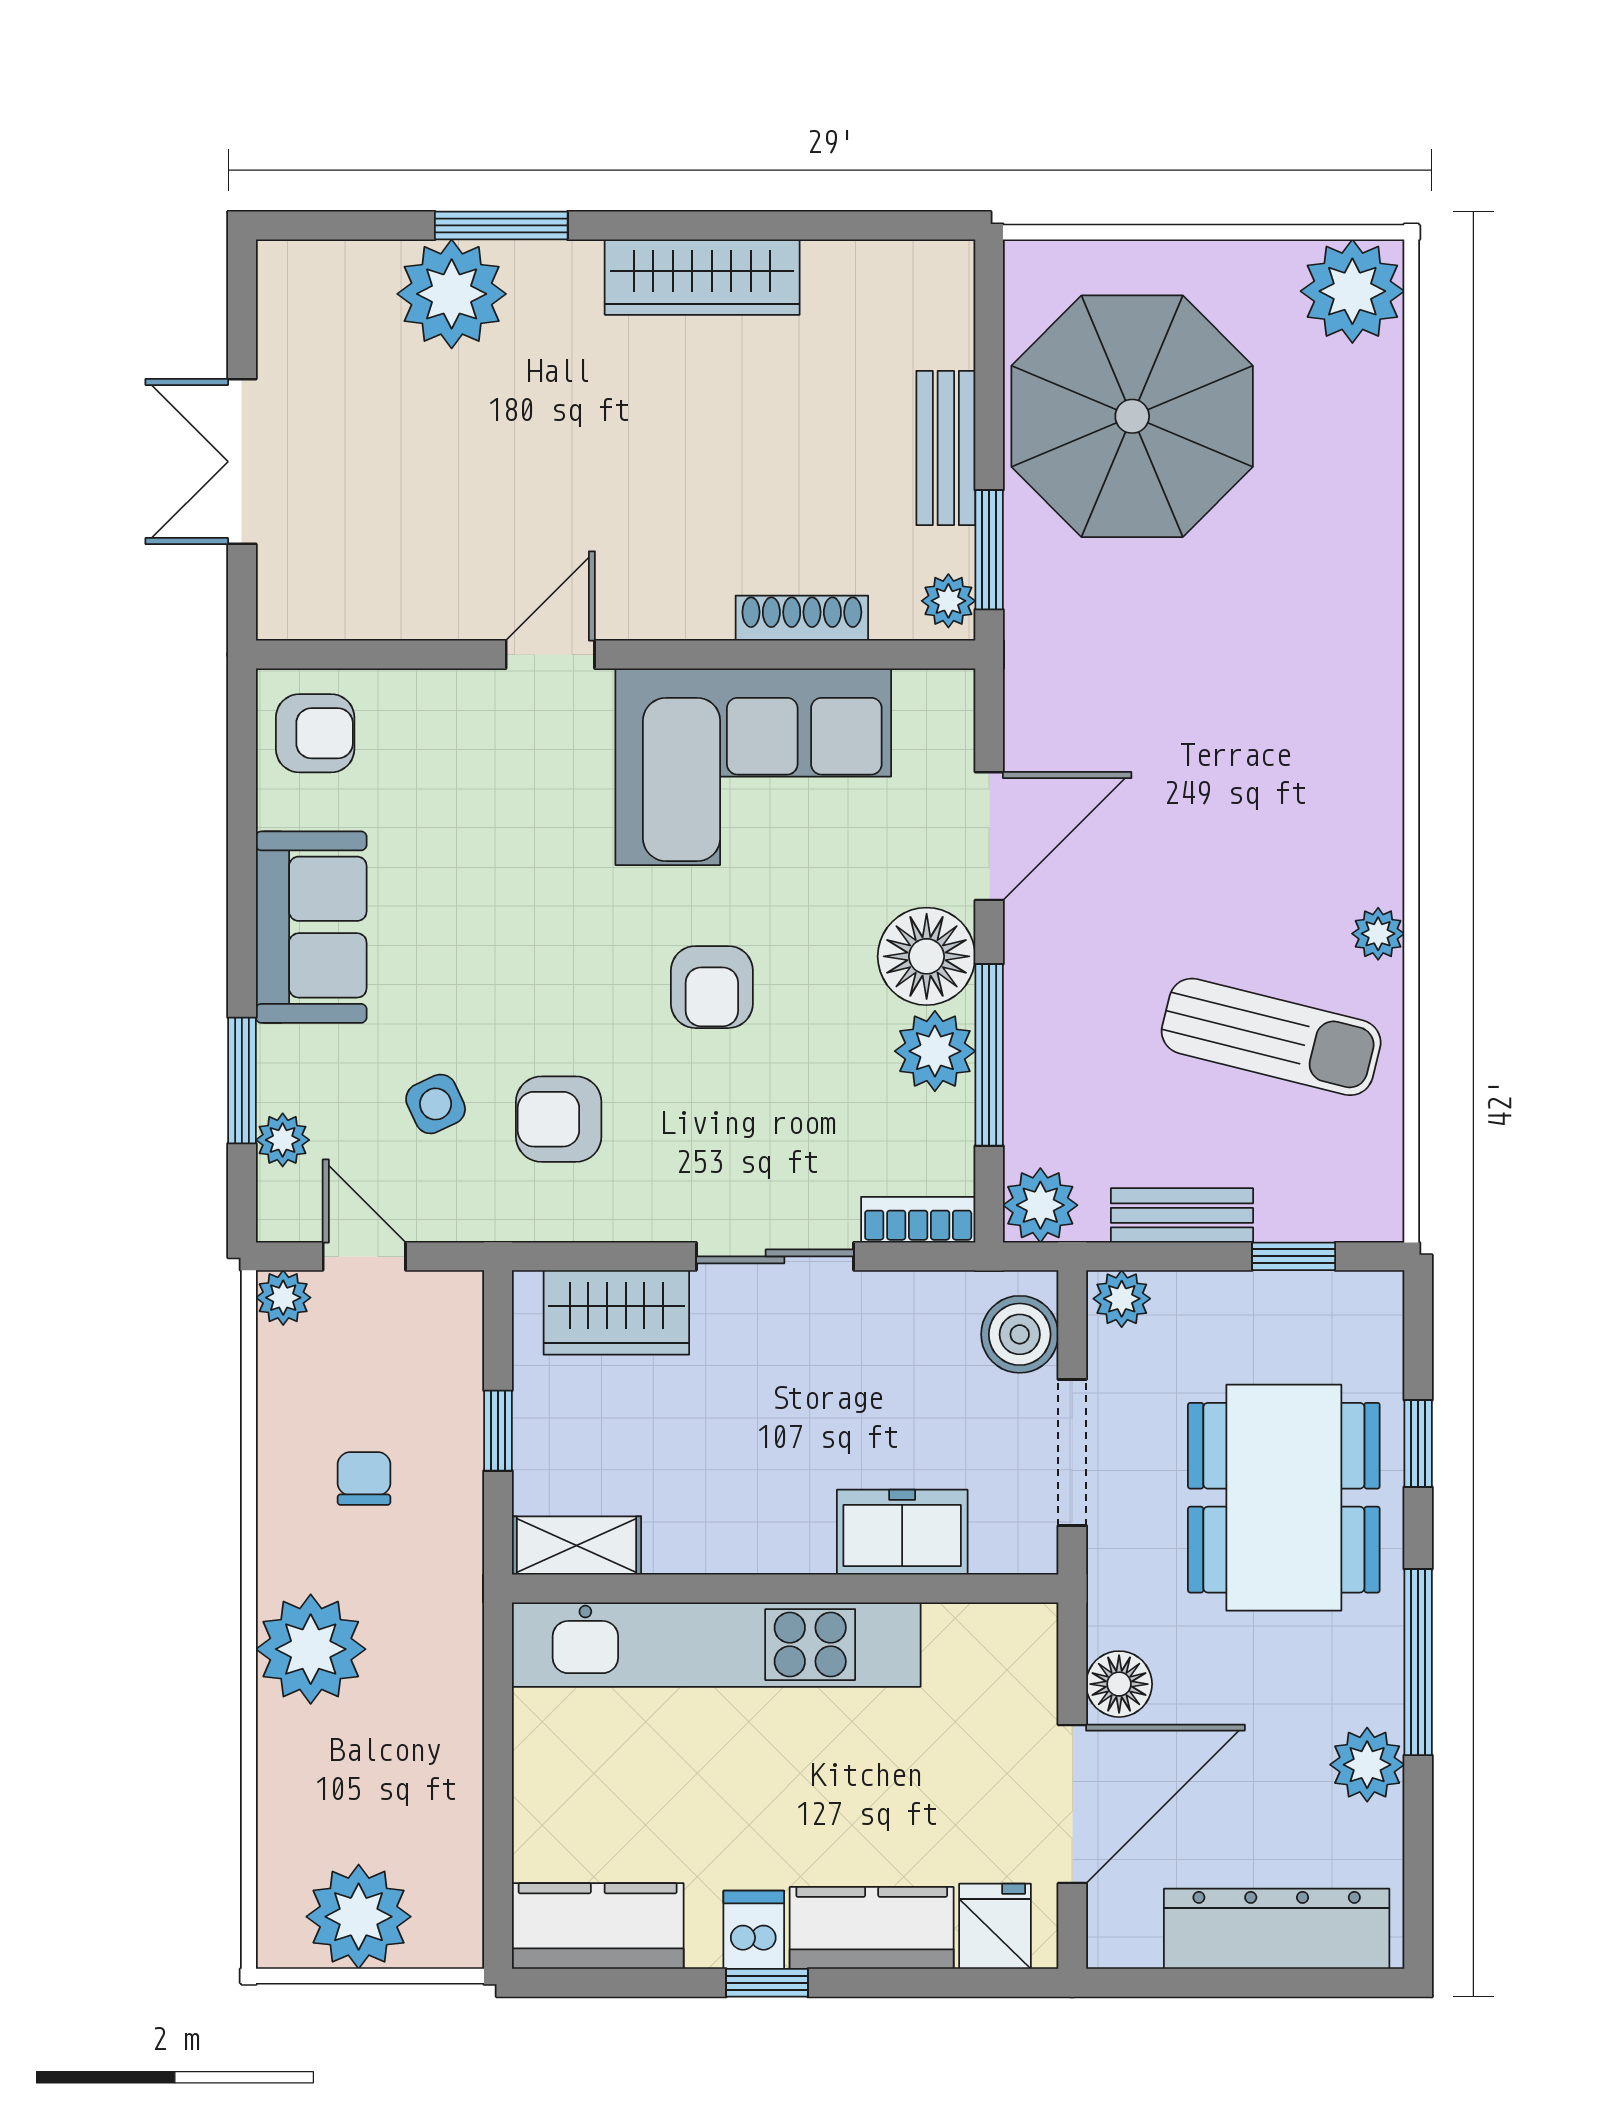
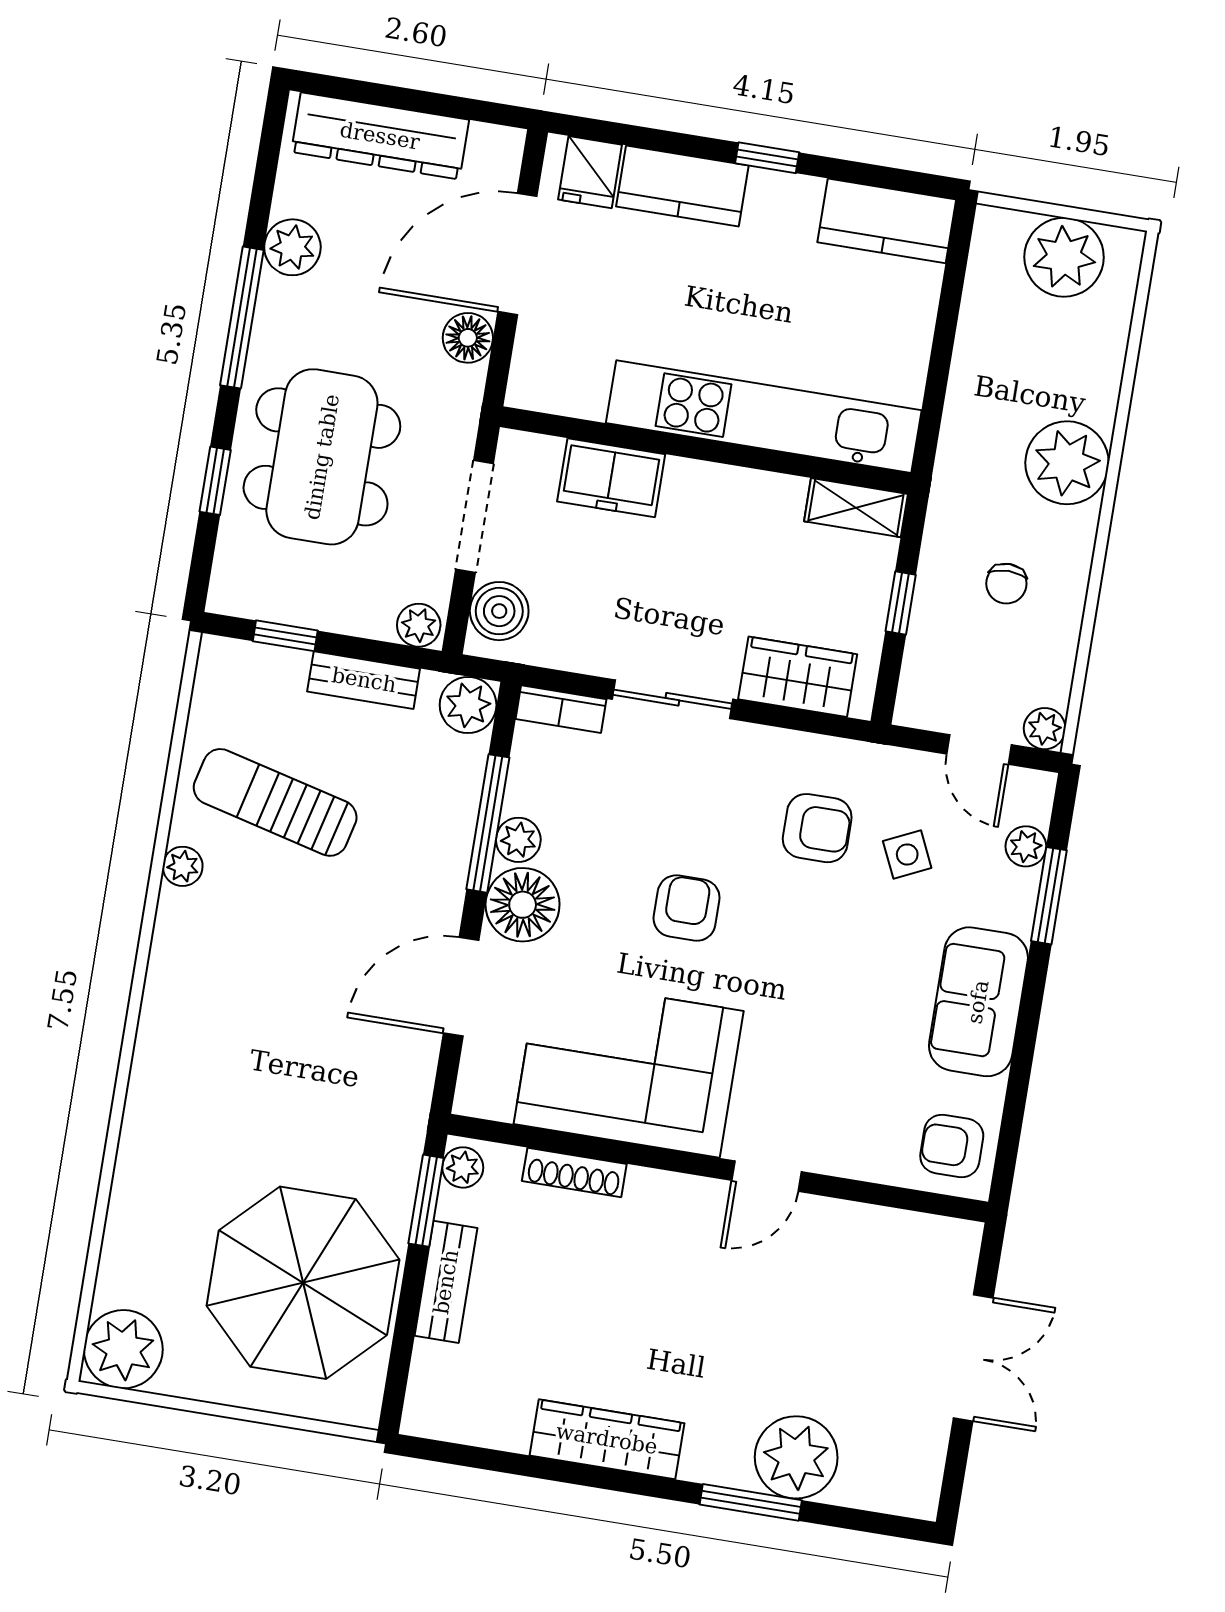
plant: (935, 1051) -> (518, 840), width x0.73, depth x0.73
dishwasher: (754, 1930) -> (771, 199), removed

